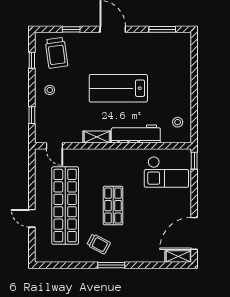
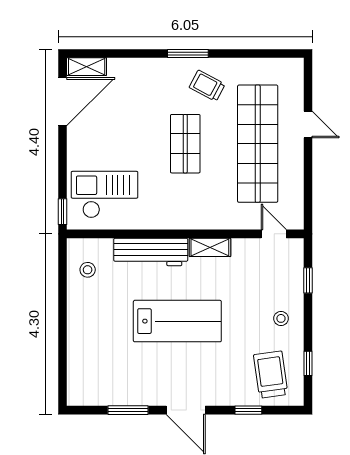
window: (162, 29) -> (128, 410), moved

